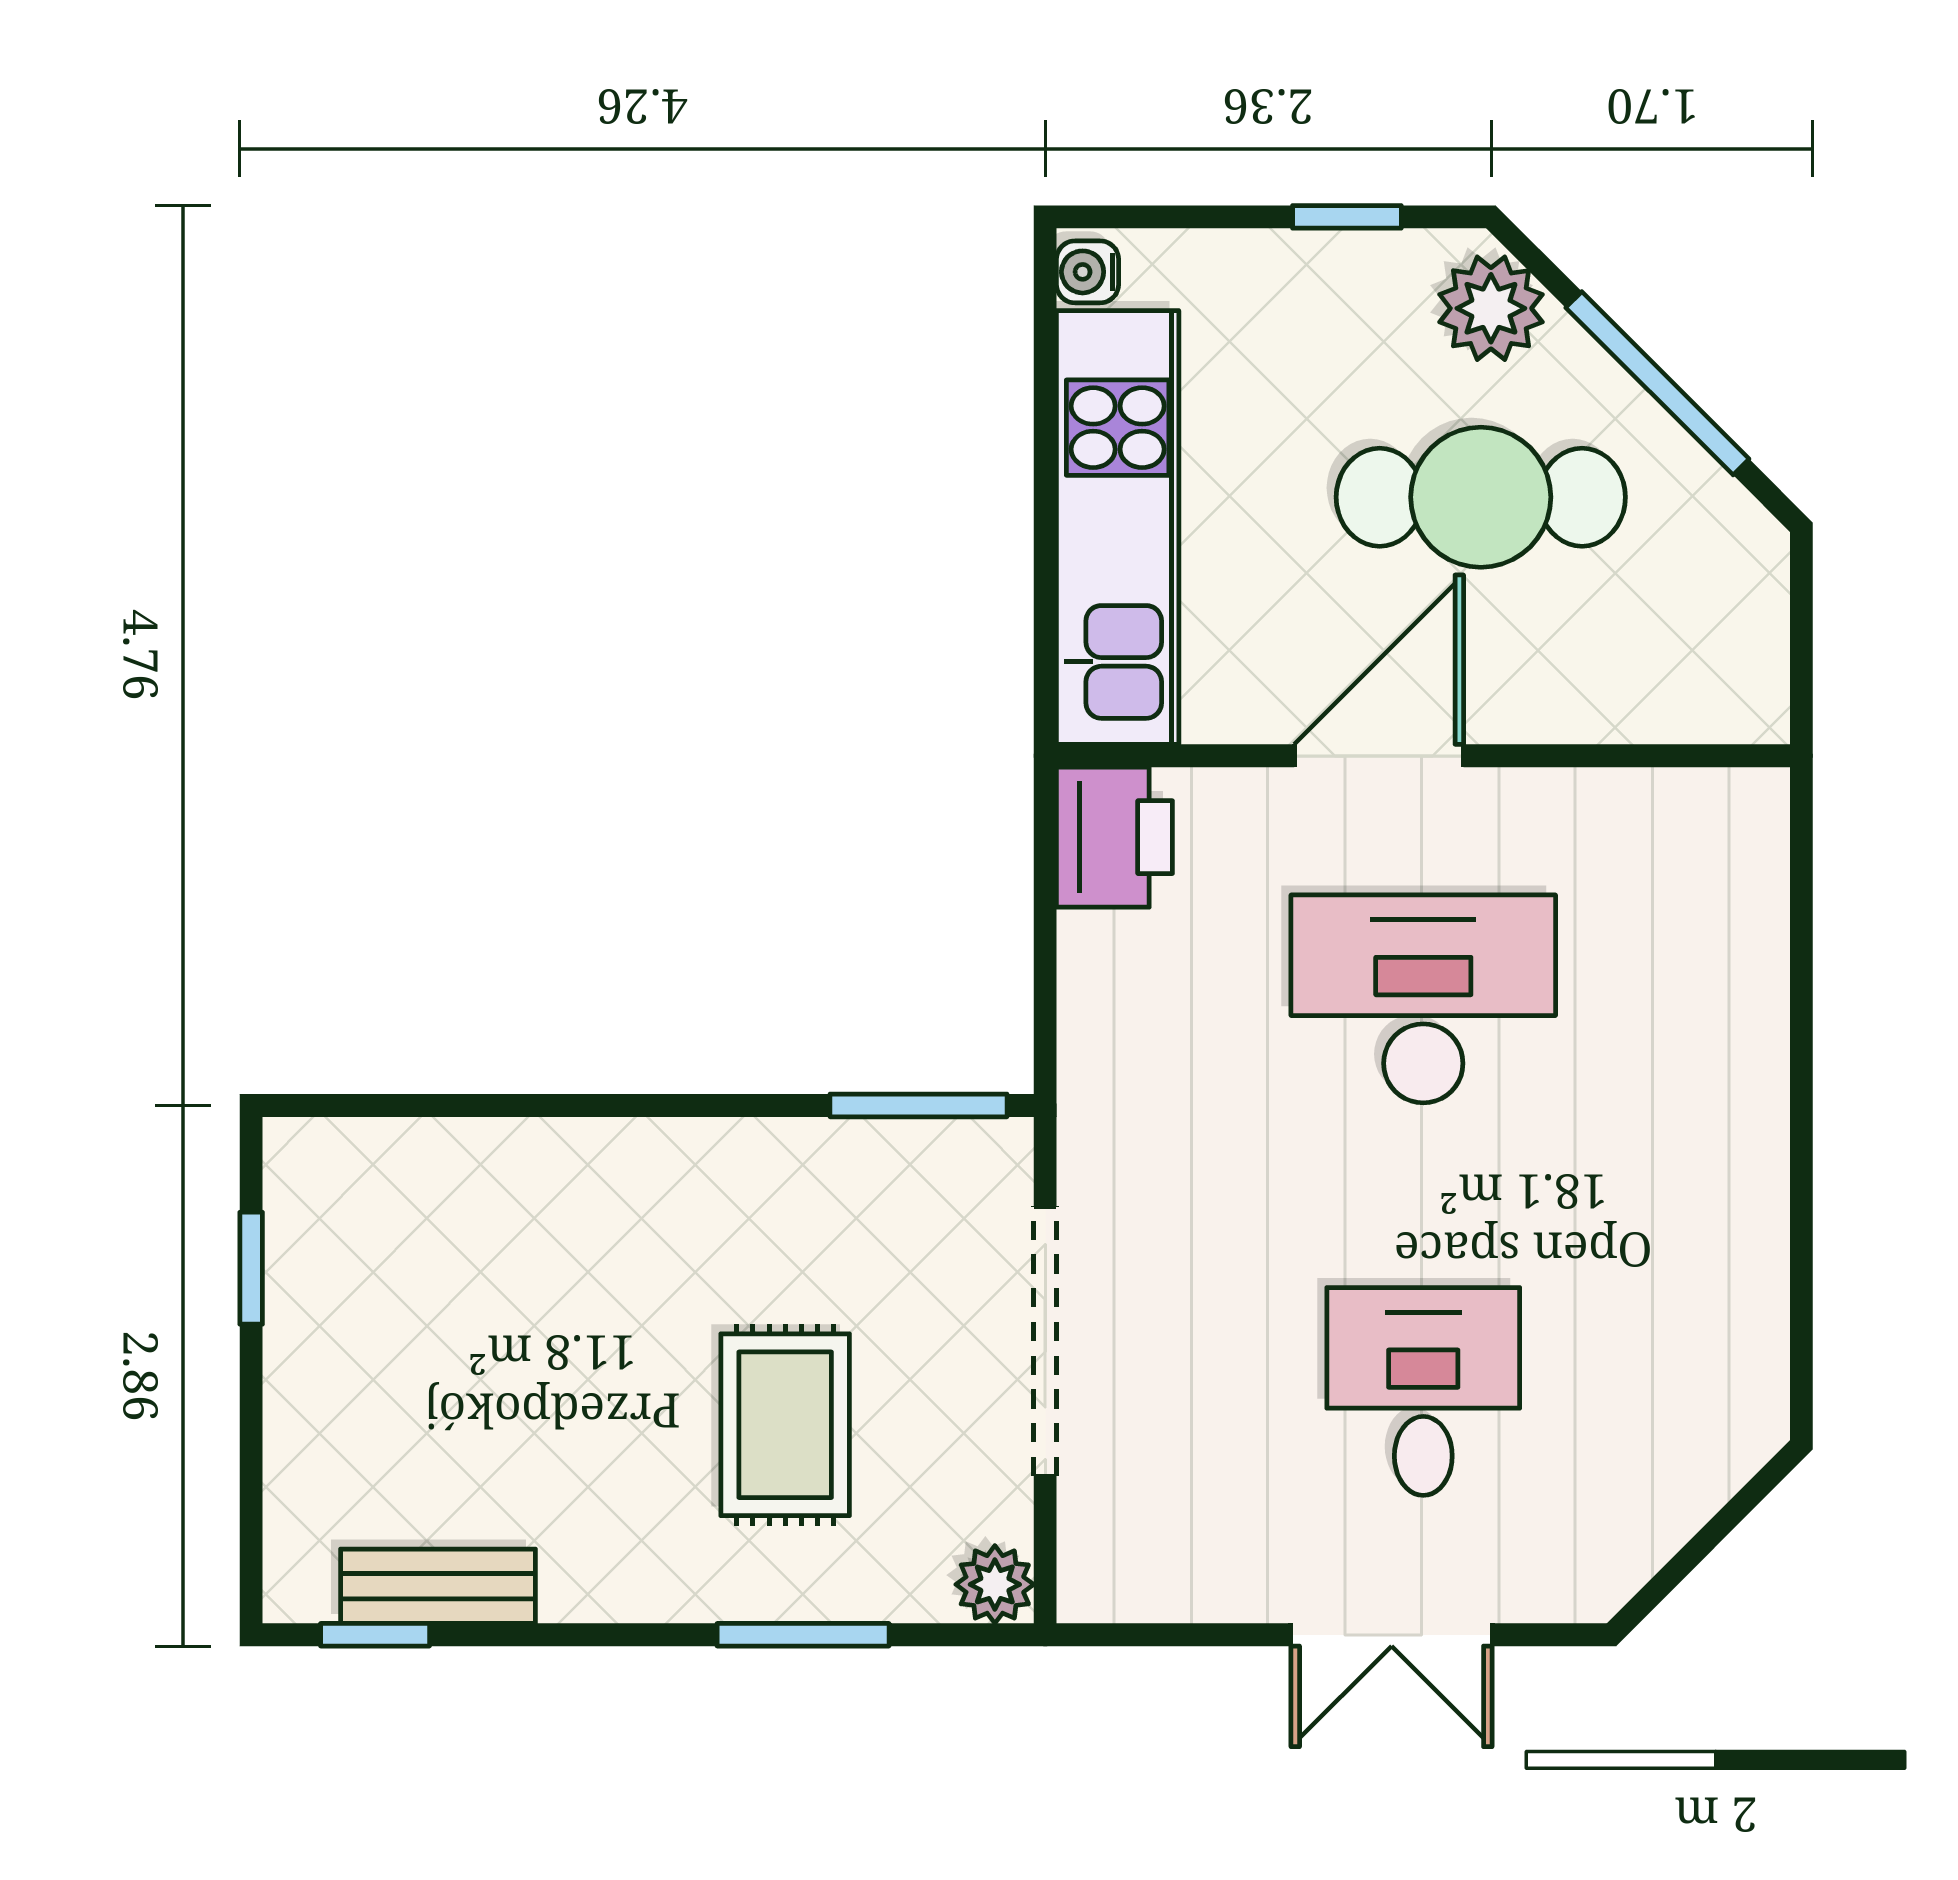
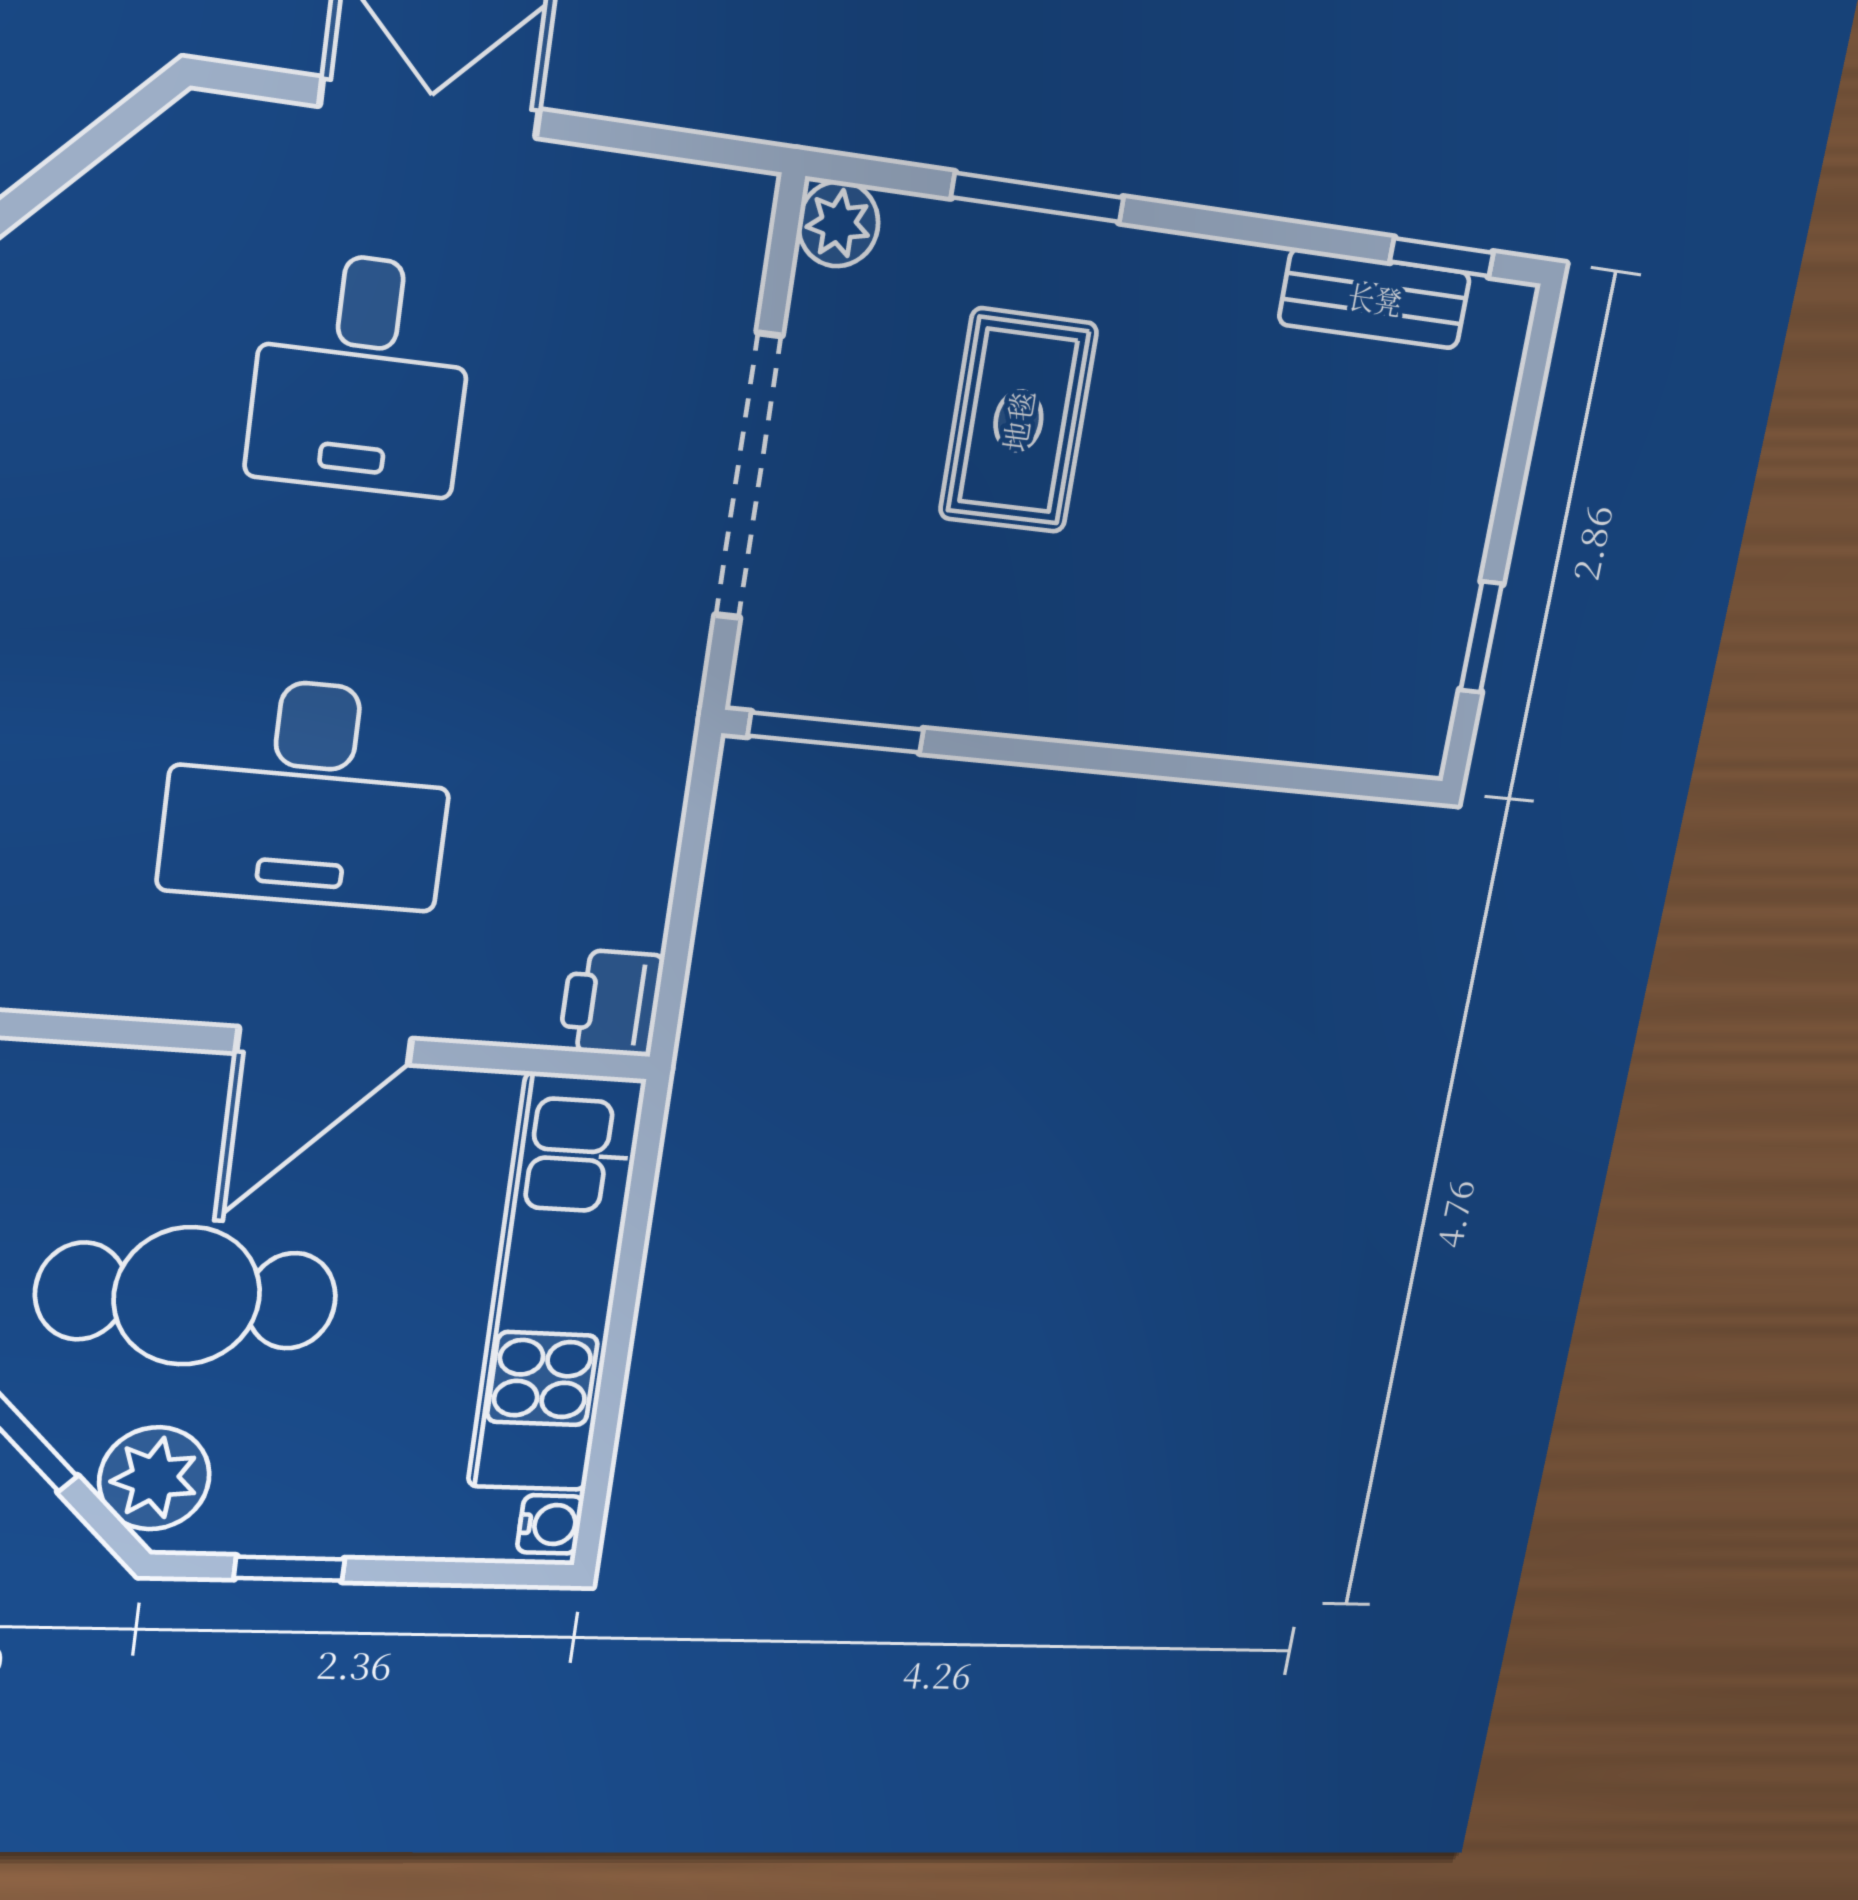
printer: (1114, 837) -> (611, 1003), width x0.73, depth x0.81

